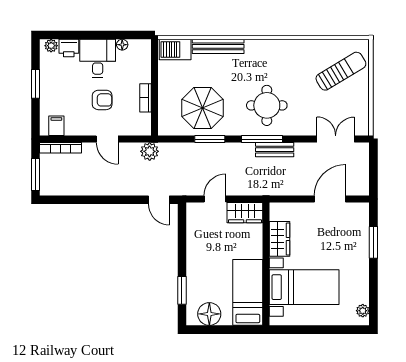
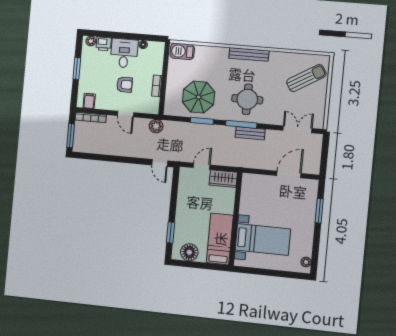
bench: (218, 46) -> (249, 54), moved
wardrobe: (280, 239) -> (248, 201), removed

